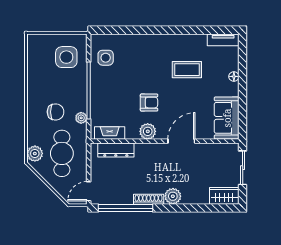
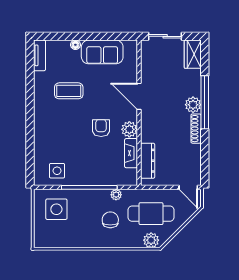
coffee table: (187, 70) -> (69, 91), turned 90
sofa: (227, 118) -> (102, 52), moved
fireplace: (110, 133) -> (131, 153), moved
window: (126, 208) -> (205, 102), moved

